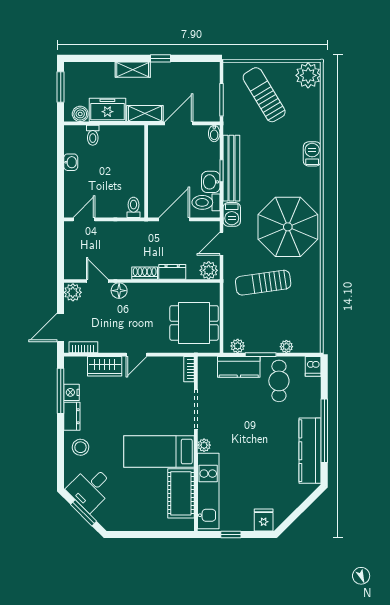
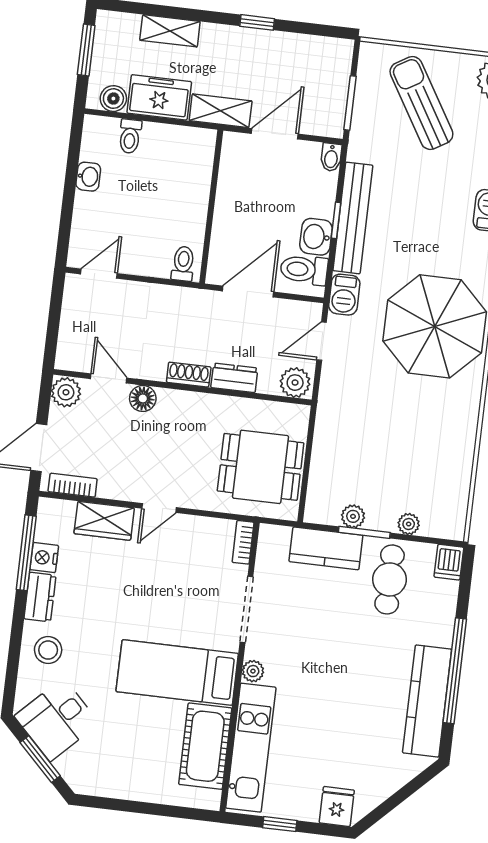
shelving: (133, 70) -> (170, 31), moved
sun lounger: (263, 283) -> (383, 414), removed
plant: (238, 346) -> (353, 516), moved

